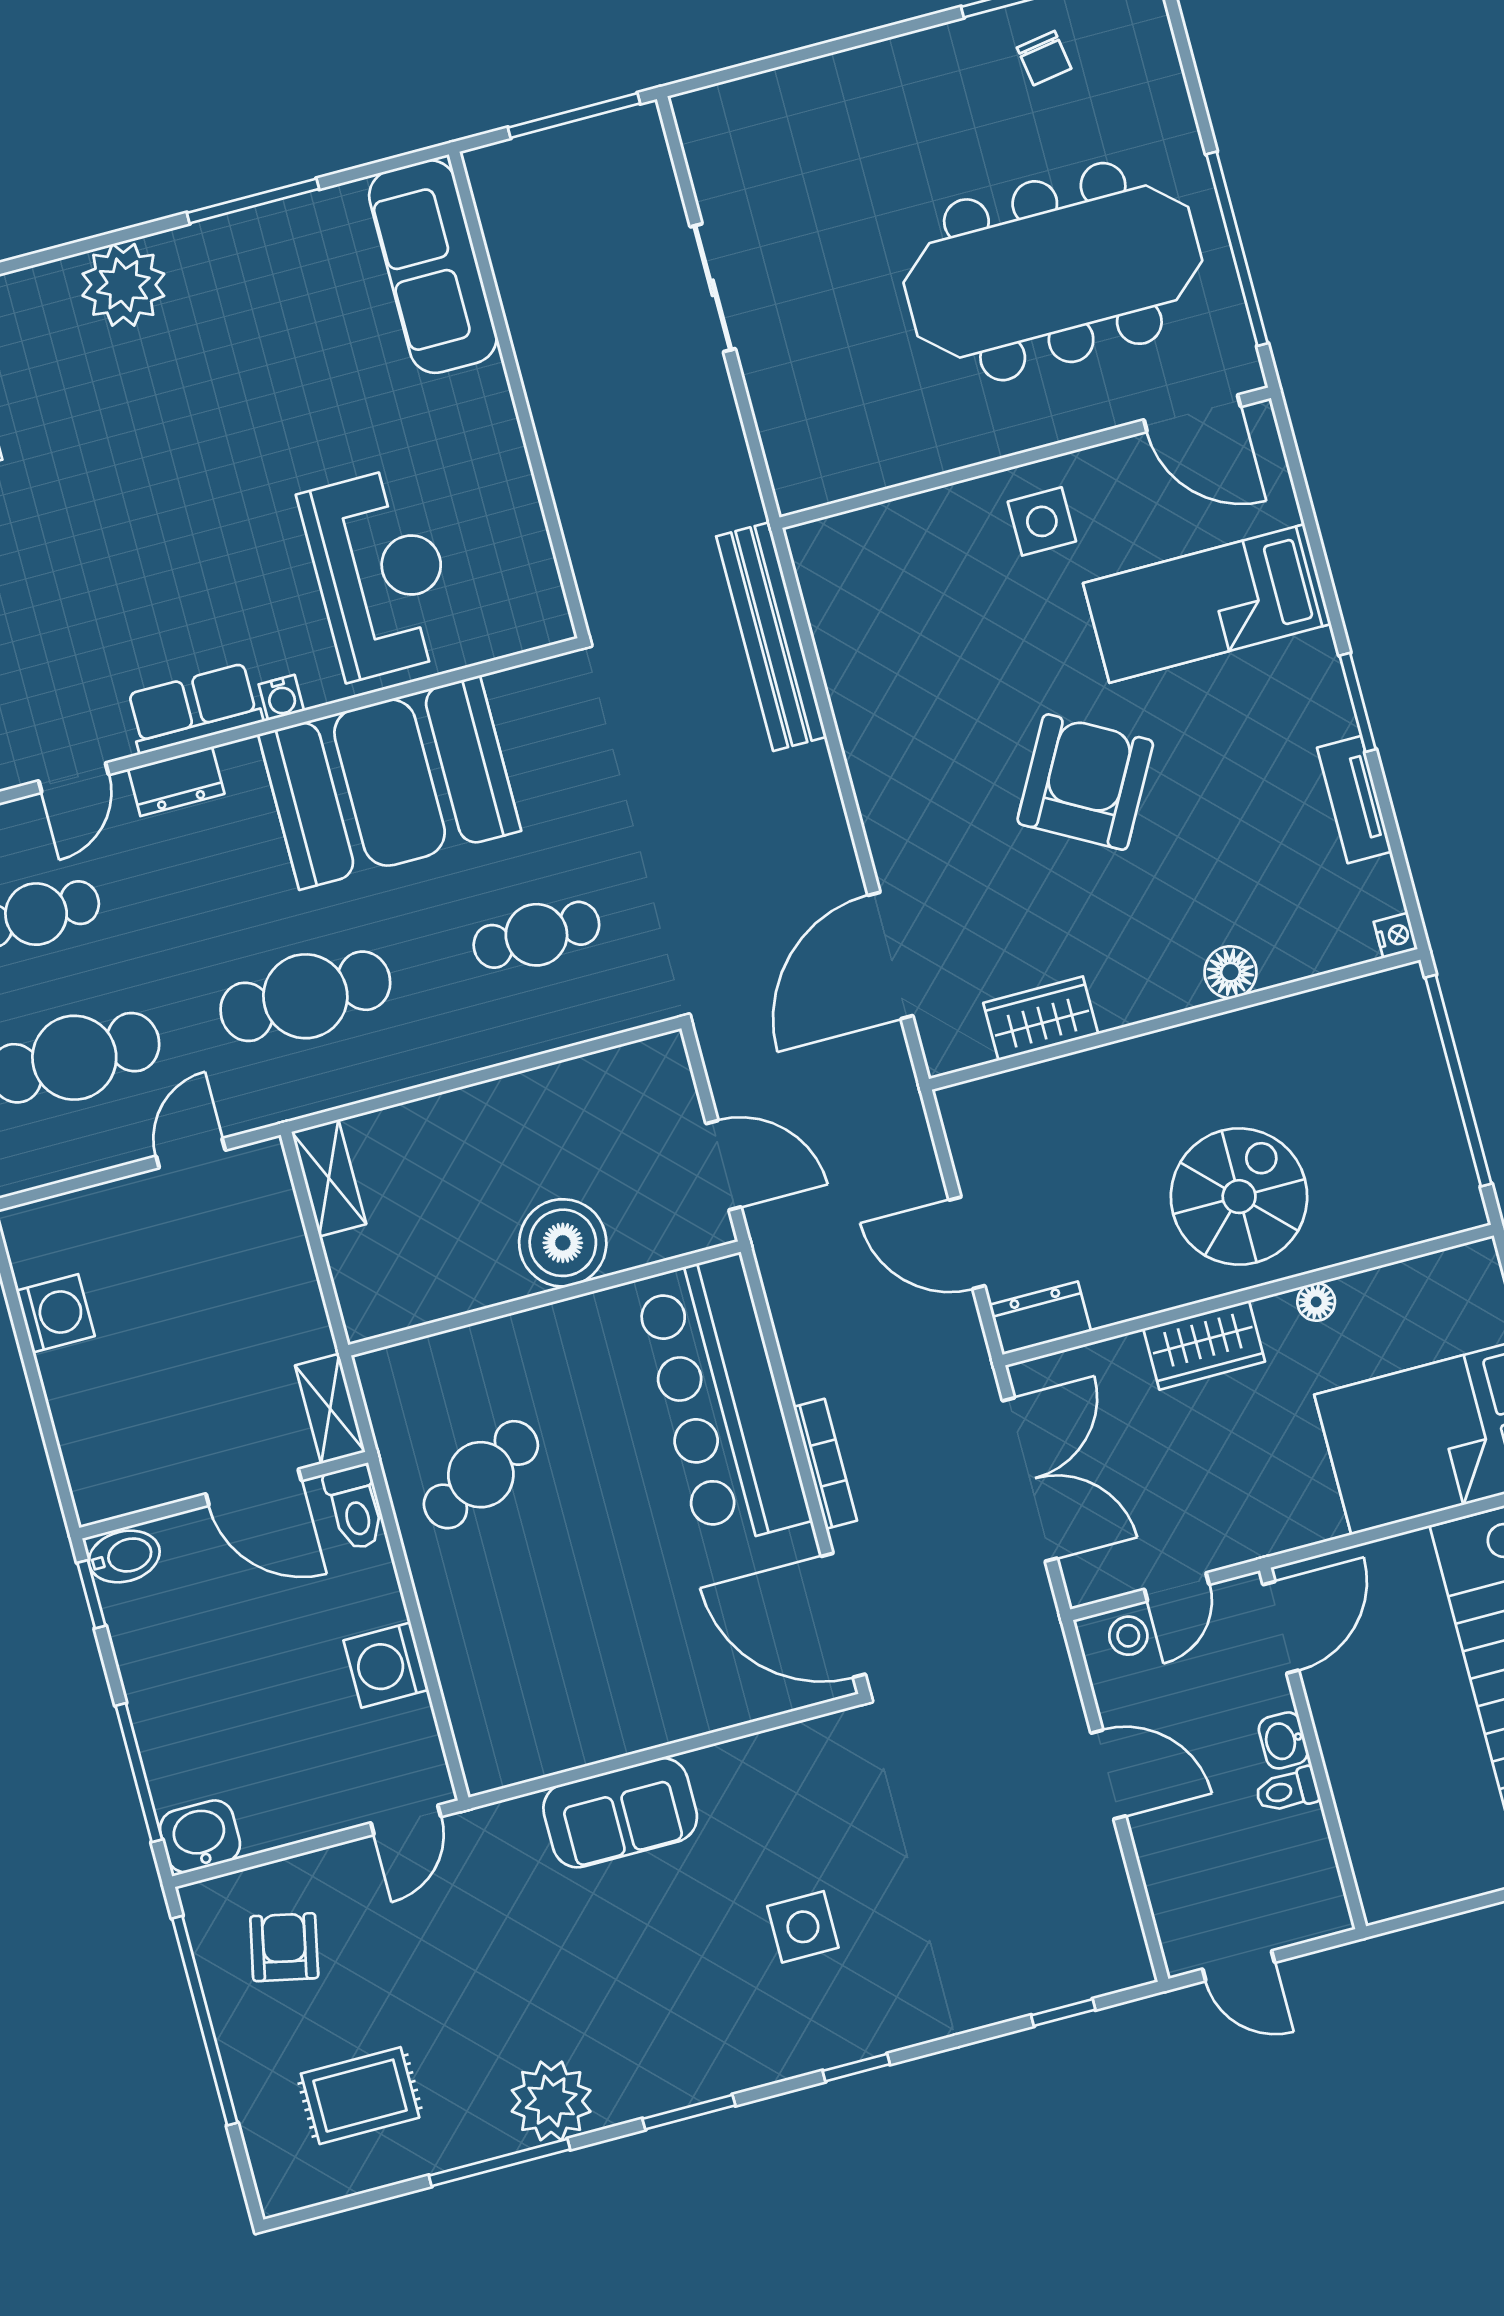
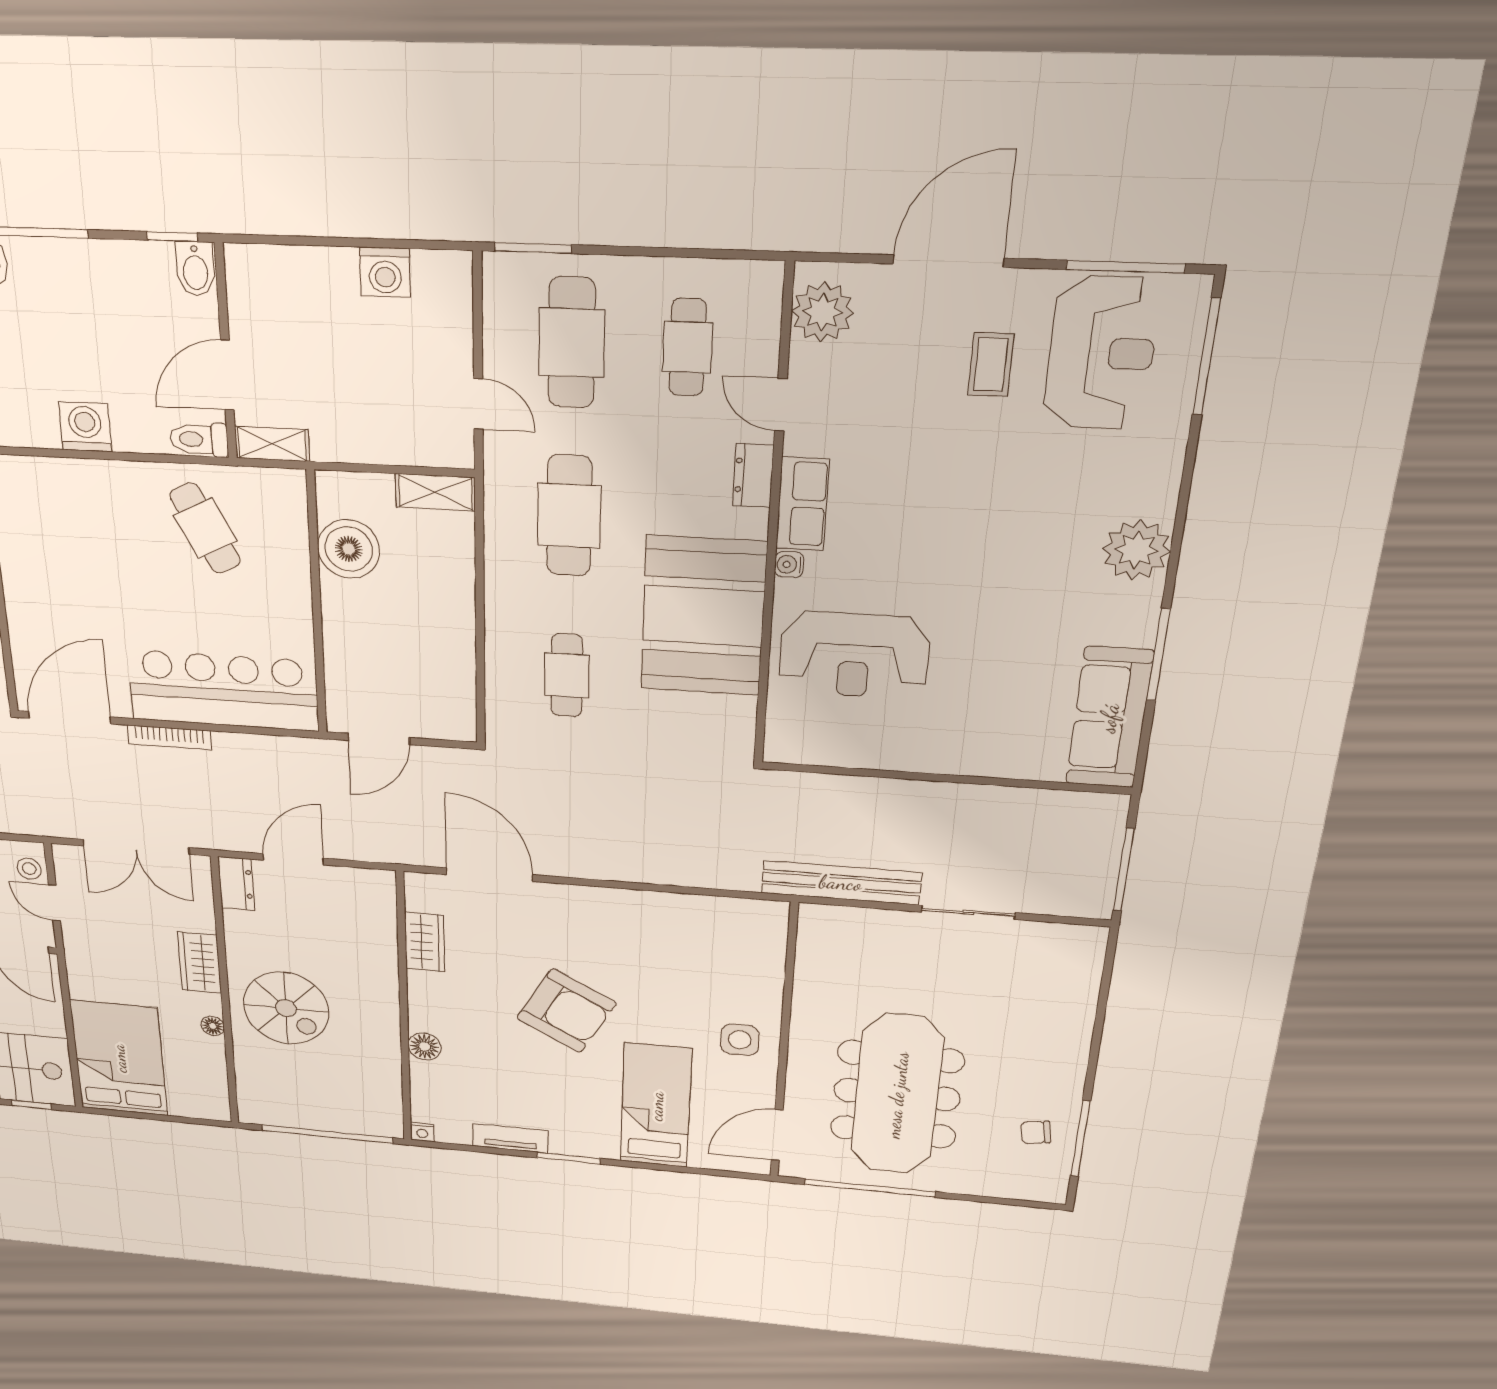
sofa: (433, 267) -> (1109, 718), moved, turned -90
bench: (771, 637) -> (841, 883), moved
boiler: (563, 1243) -> (349, 549), moved

